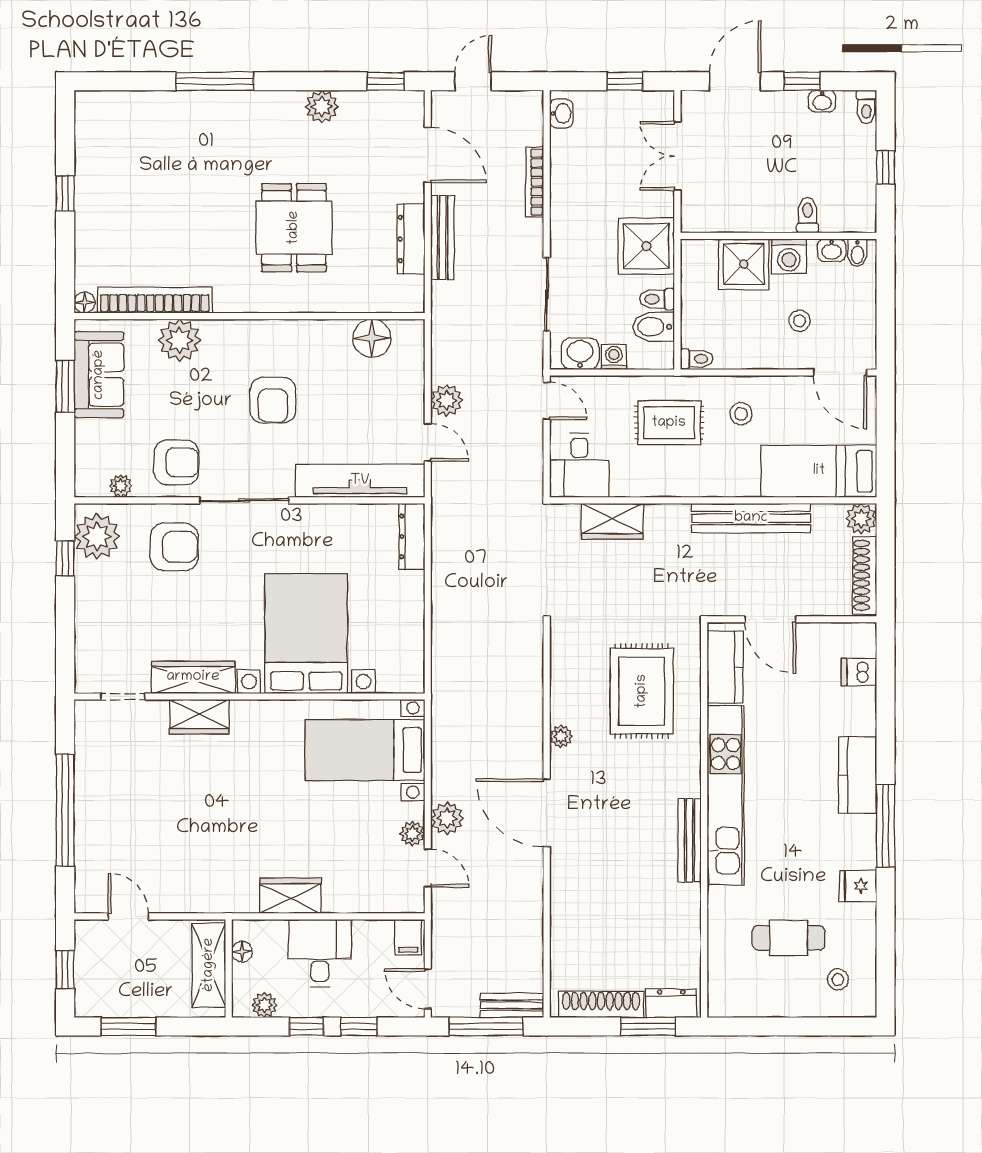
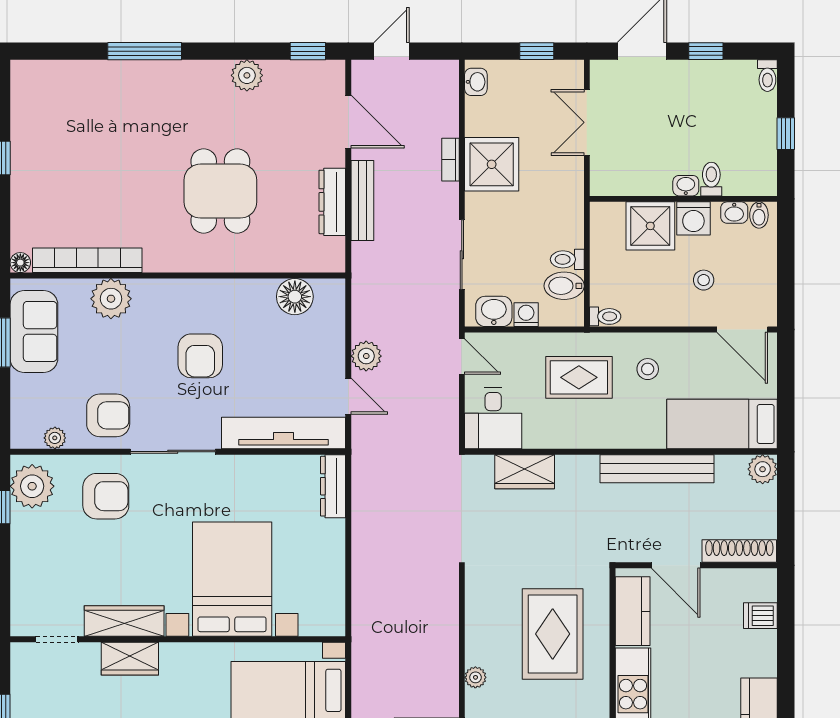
washbasin: (822, 101) -> (686, 186), moved, turned 180
bookcase: (535, 182) -> (450, 160), width x0.64
shower: (646, 246) -> (492, 164), moved
shoe rack: (865, 575) -> (739, 551), moved, turned 90

